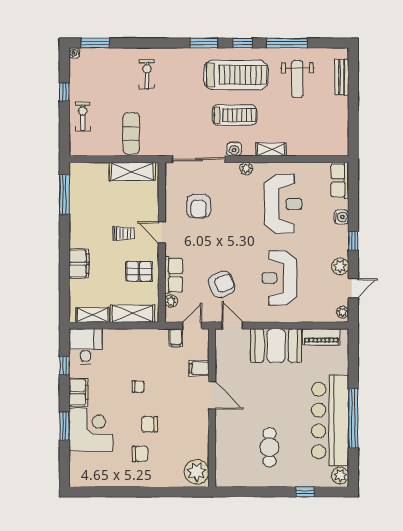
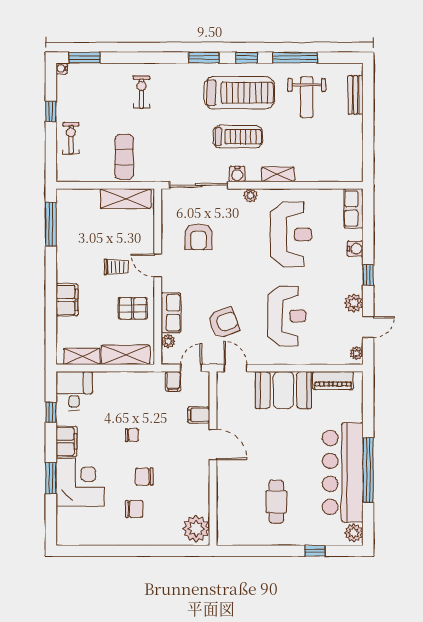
reception desk: (279, 278) -> (287, 316), turned 180

